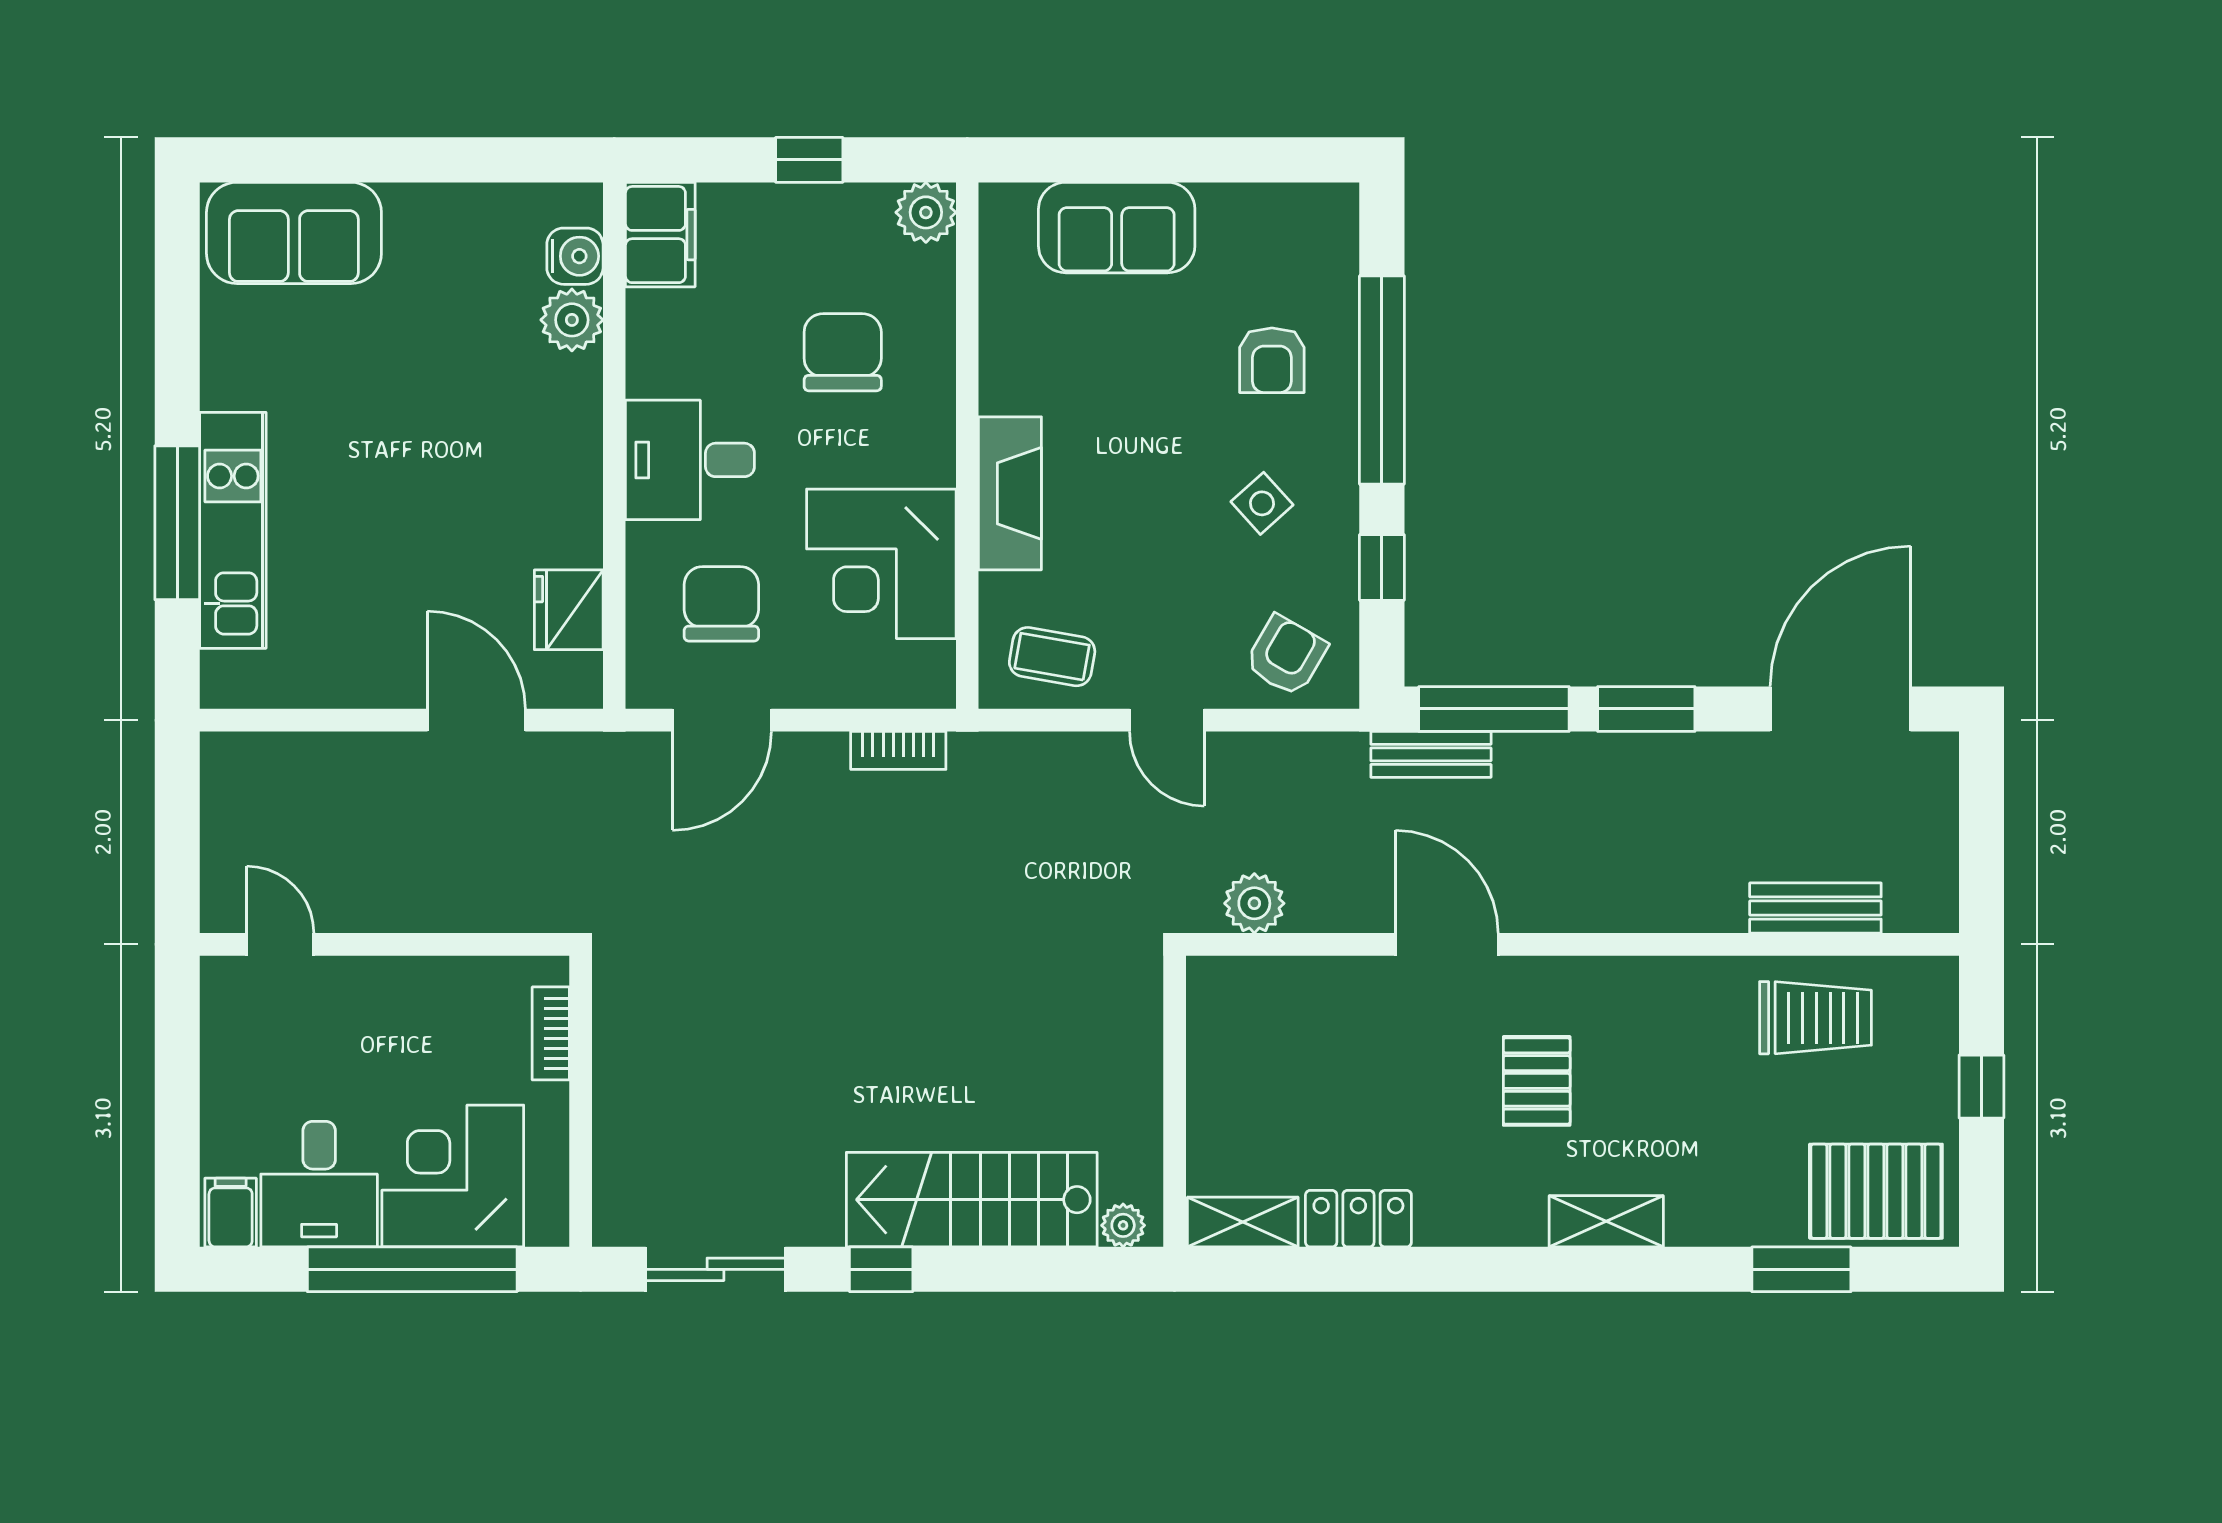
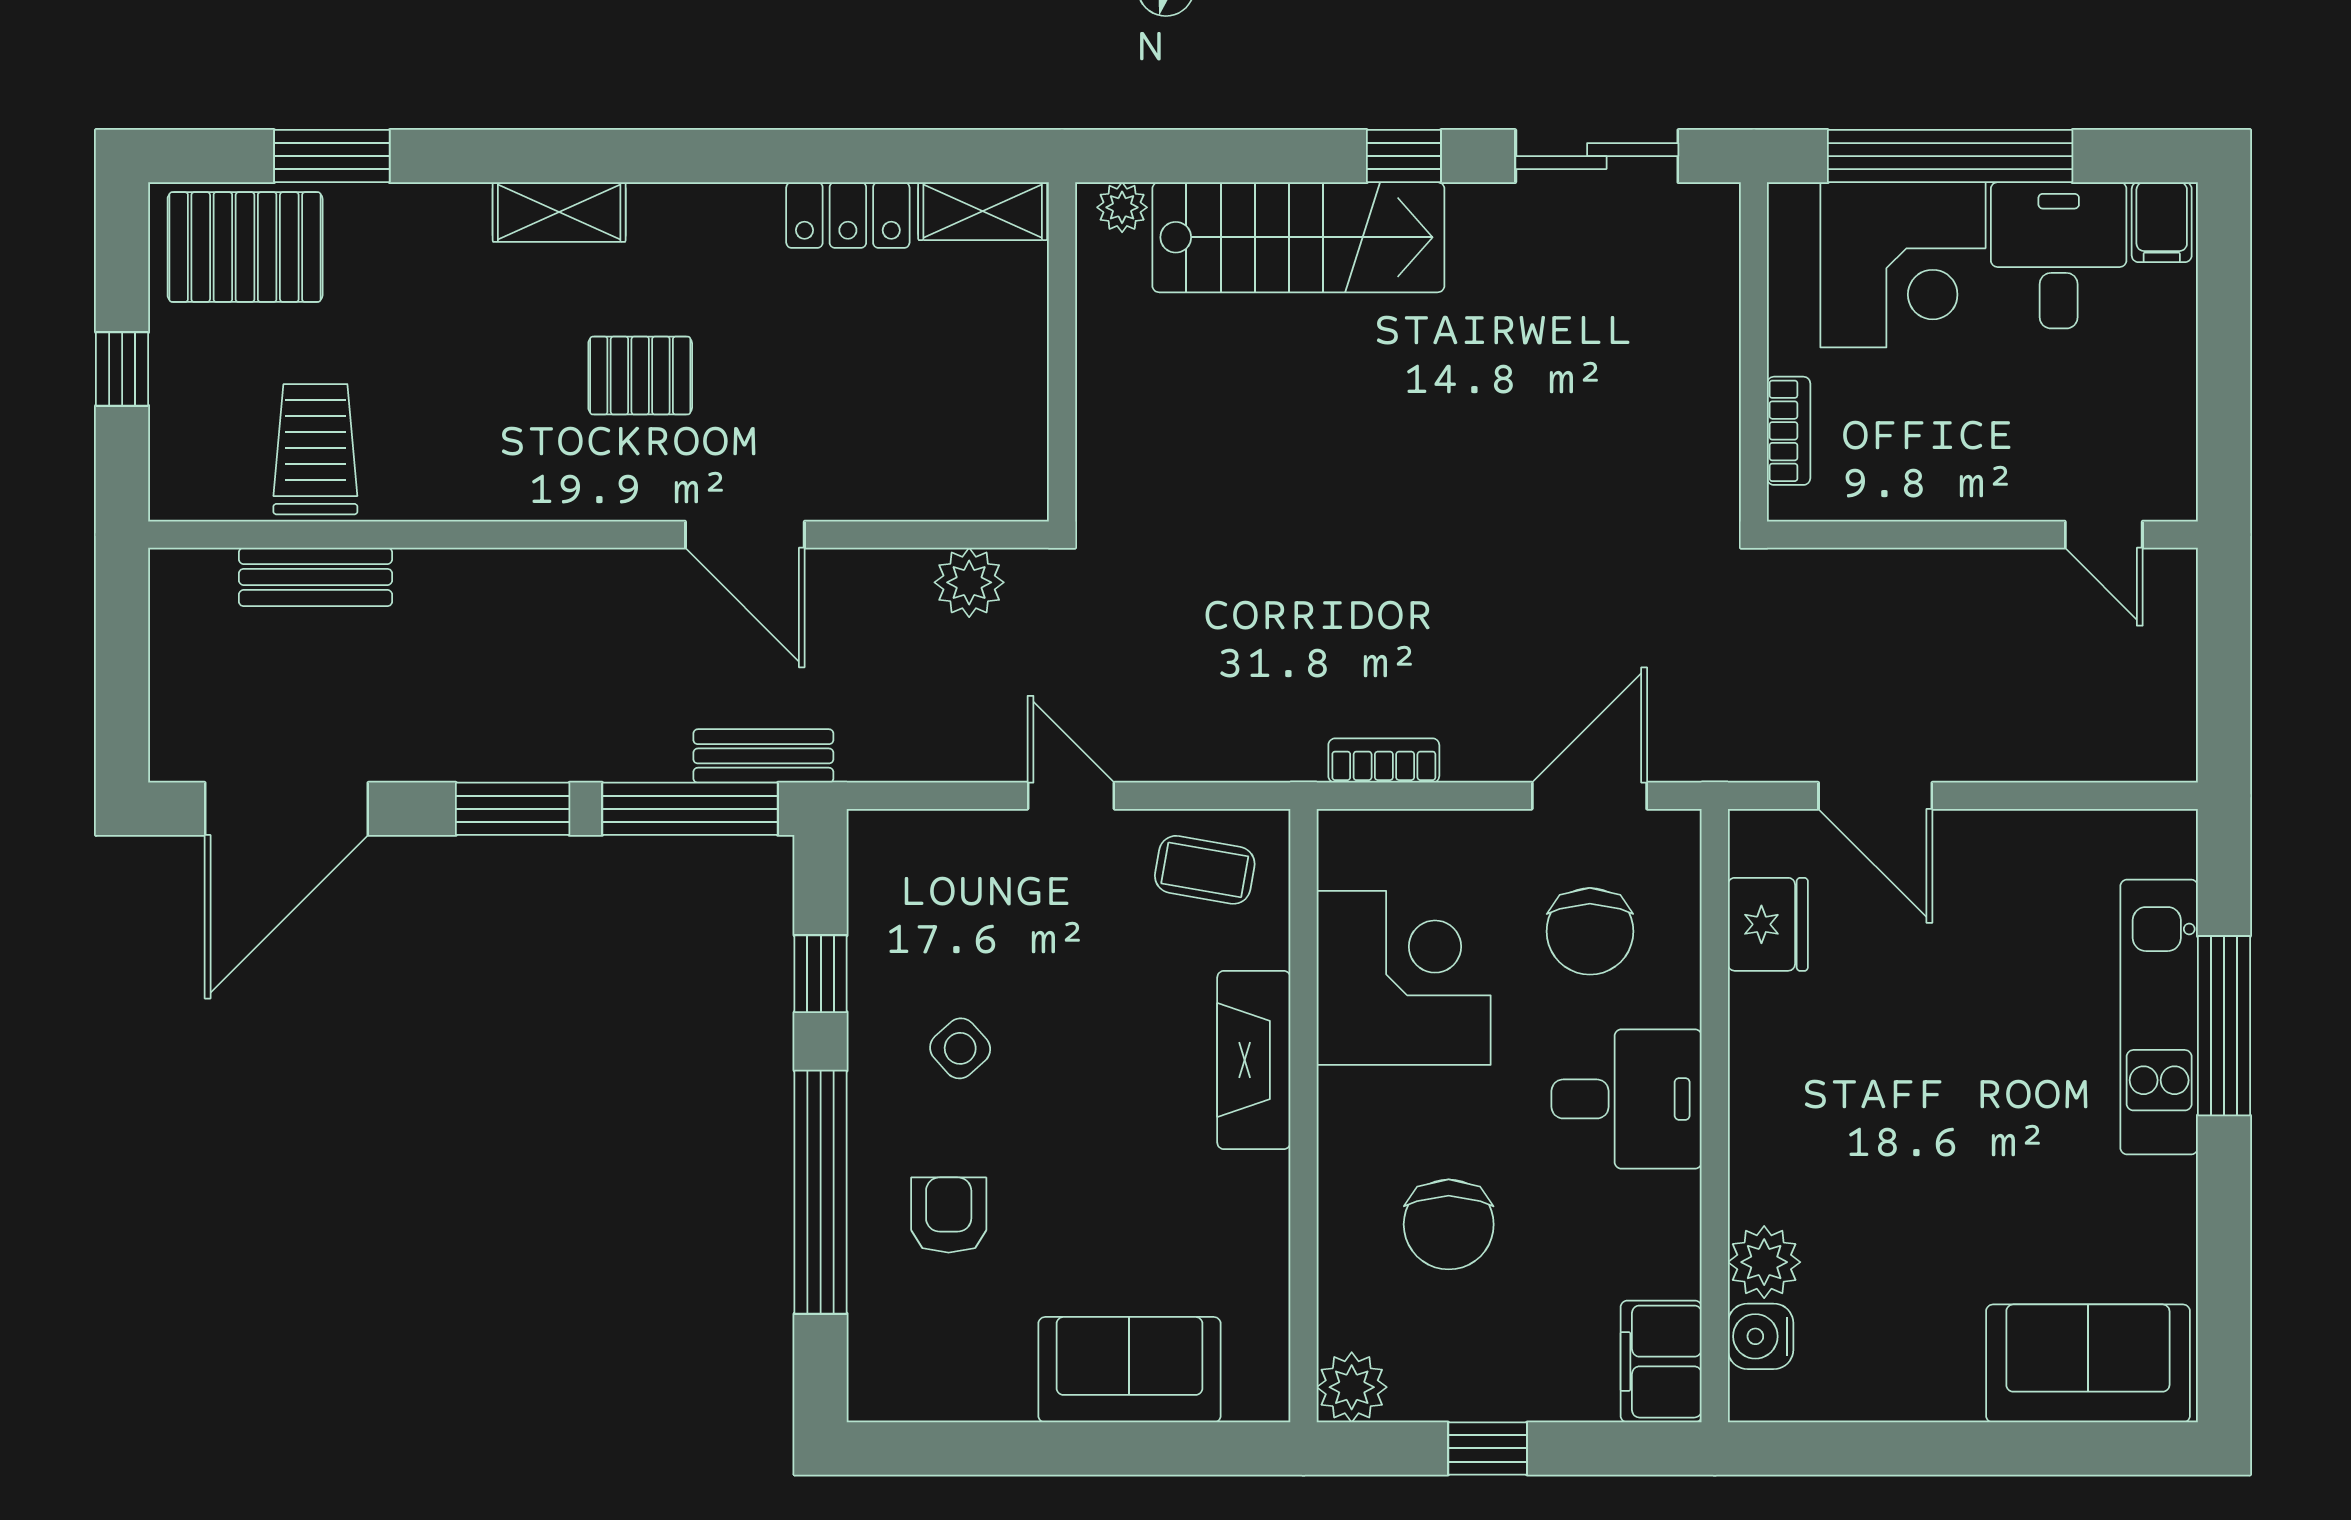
armchair: (1286, 656) -> (932, 871), removed
trolley: (1815, 1018) -> (315, 449), turned 90
pallet: (1537, 1081) -> (640, 376), turned 90

